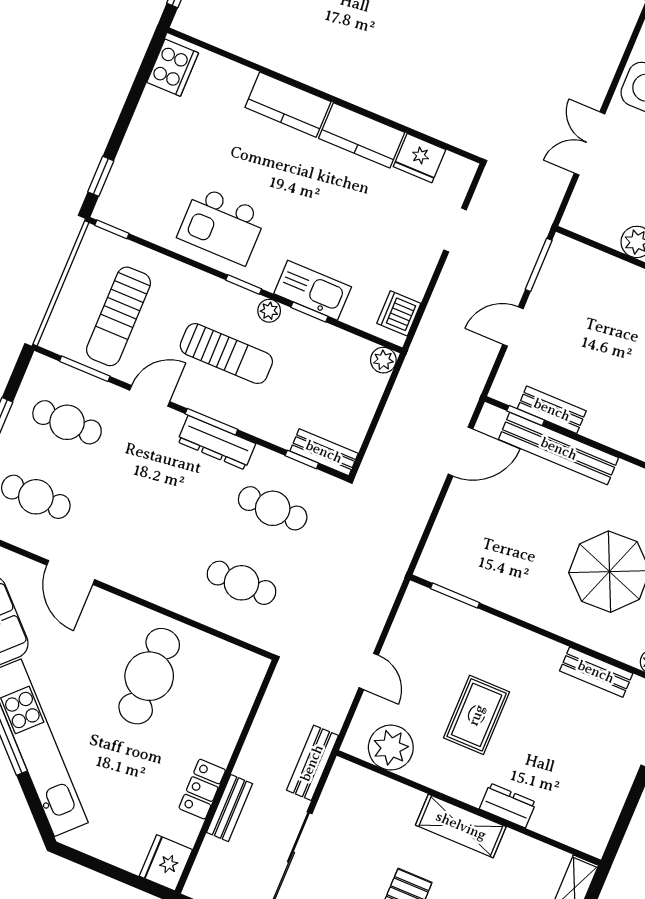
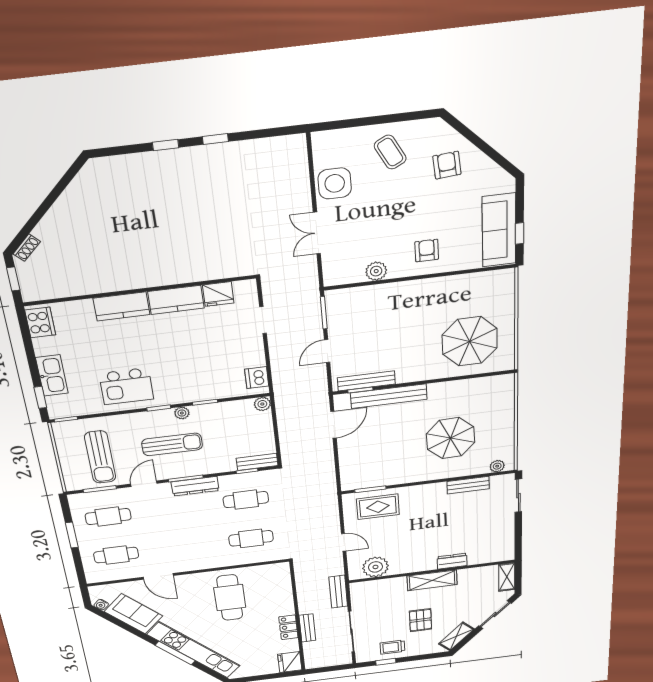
kitchen sink: (313, 290) -> (52, 375), moved, turned 90
bench: (552, 410) -> (366, 381), width x1.36
rug: (477, 715) -> (378, 507), moved, turned 90

